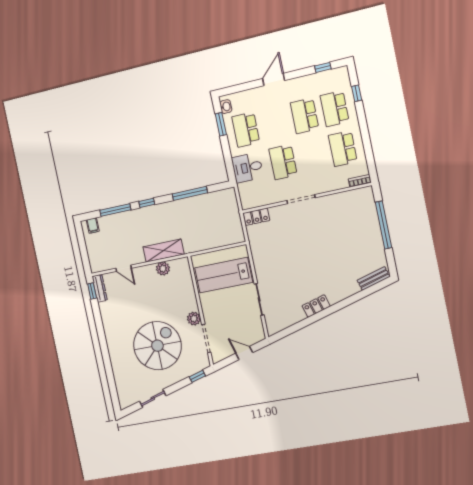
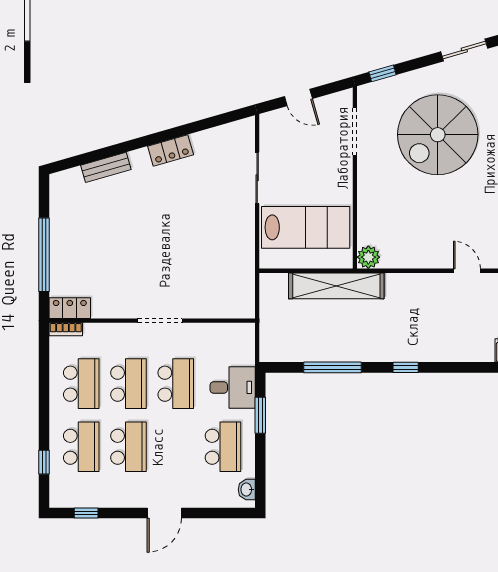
window: (221, 124) -> (260, 415), moved
school desk: (313, 155) -> (129, 384), added
window: (115, 210) -> (460, 367), removed
locker: (256, 217) -> (70, 308), moved
shelving: (163, 251) -> (336, 286), moved, width x1.47
plant: (163, 269) -> (368, 257), moved
bench: (373, 278) -> (106, 167), moved
plant: (194, 319) -> (368, 167), removed

